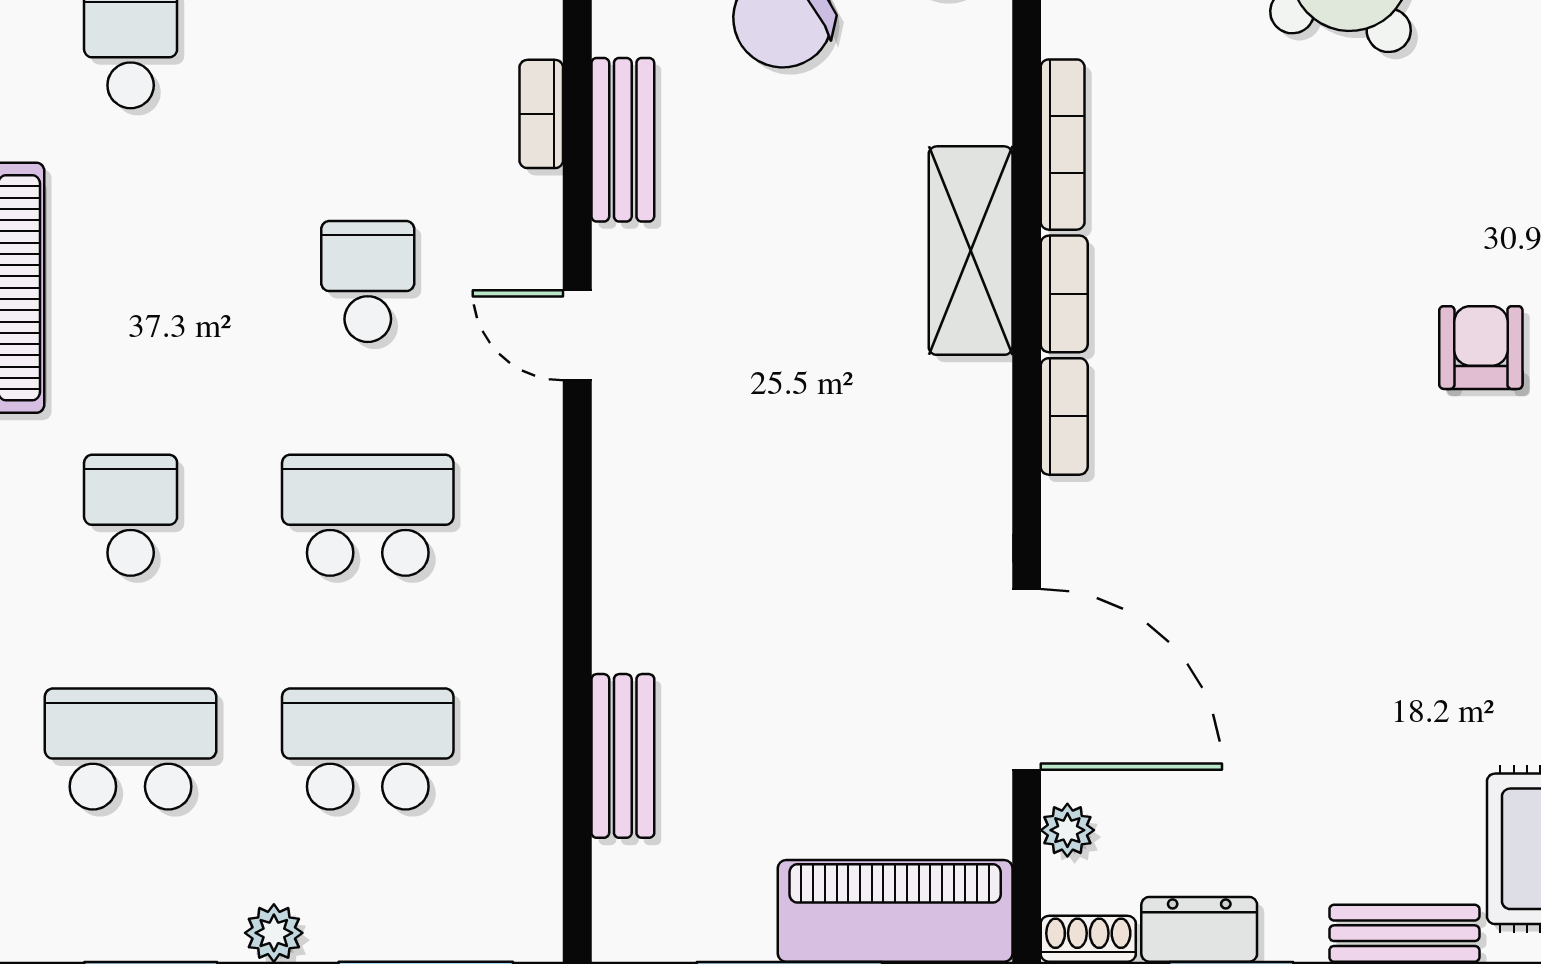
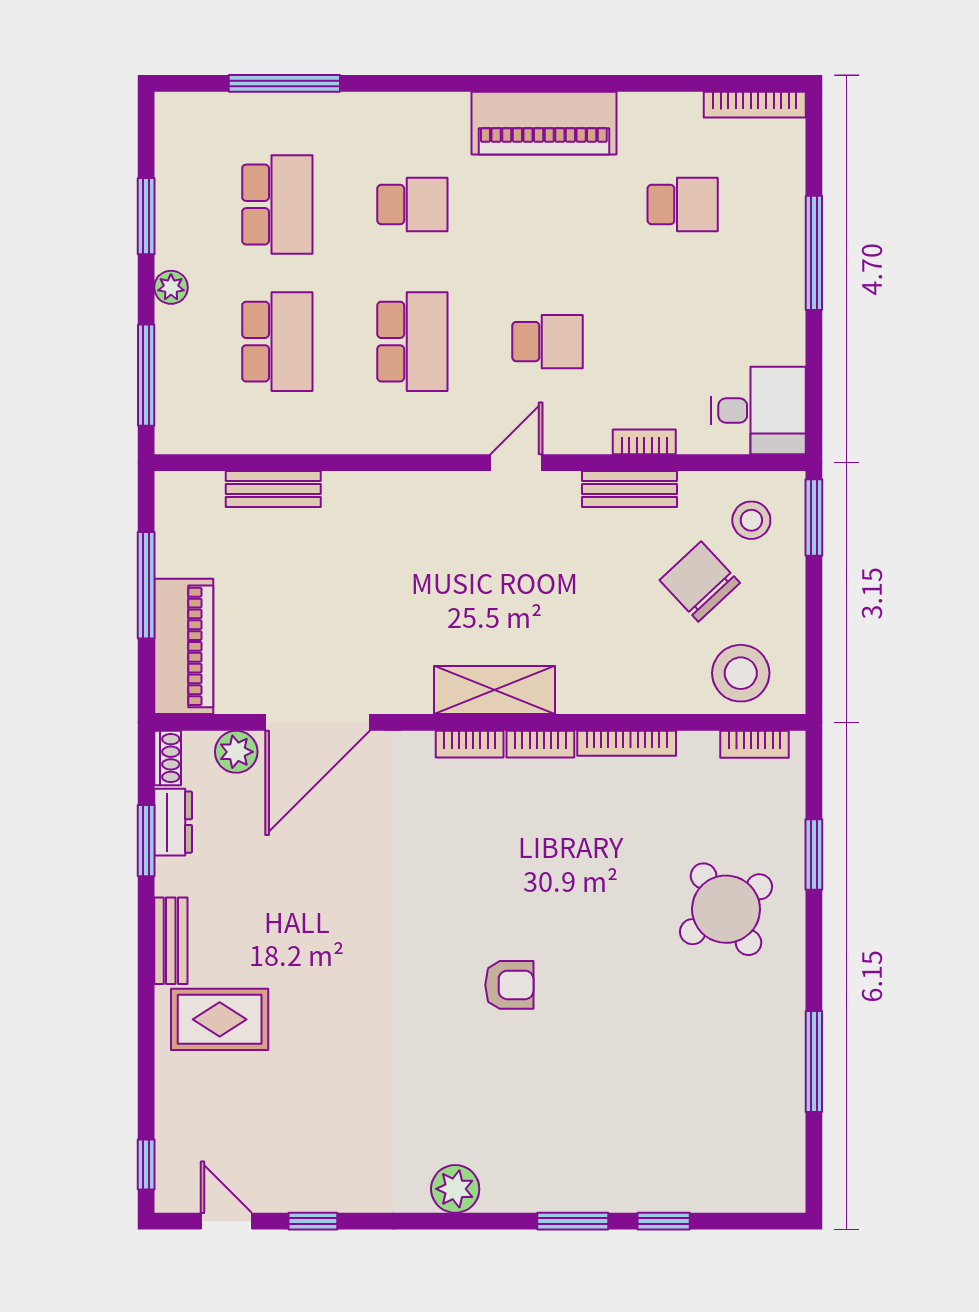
shelving: (971, 251) -> (495, 690), moved
plant: (1067, 830) -> (236, 752), width x1.38, depth x1.38

